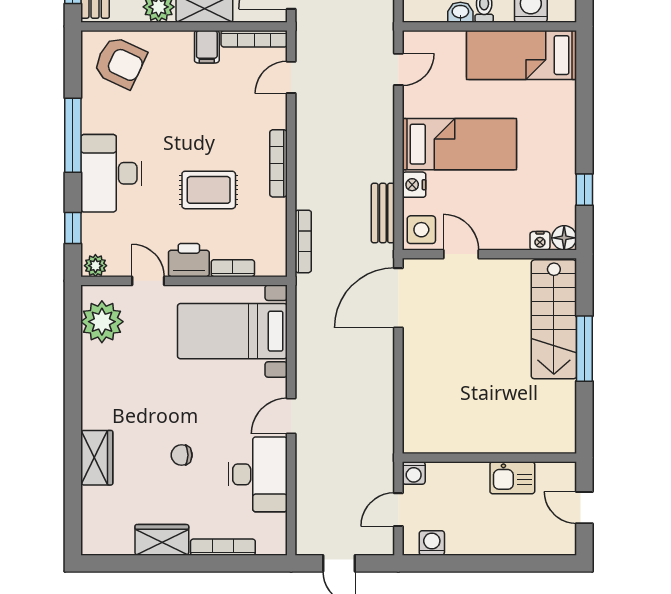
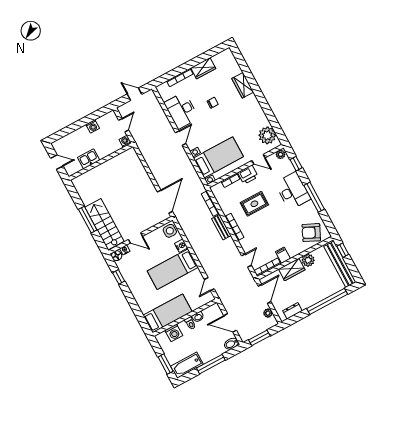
bench: (383, 213) -> (221, 227), moved
door: (461, 254) -> (135, 238), moved
washing machine: (432, 543) -> (93, 126), moved

